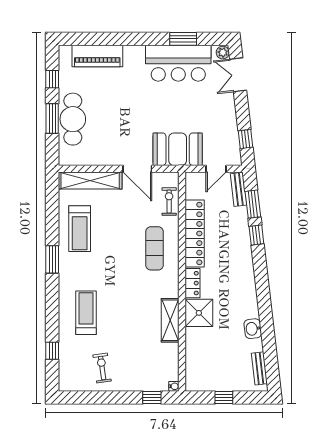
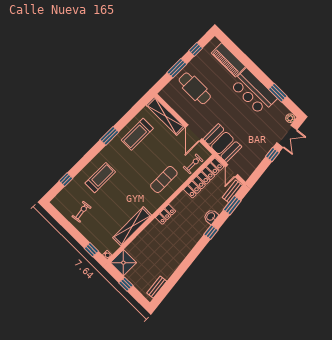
bar counter: (178, 63) -> (253, 92), moved
double door: (238, 75) -> (287, 136), swing flipped
cafe table: (73, 119) -> (195, 88), moved, turned 90
window: (245, 139) -> (272, 155), moved
door: (216, 169) -> (231, 171), hinge flipped
locker: (195, 233) -> (204, 178), moved
window: (256, 235) -> (211, 232), moved
shower: (199, 313) -> (123, 263), moved
shelving: (170, 320) -> (132, 226), width x1.47
washbasin: (253, 329) -> (211, 217), moved

